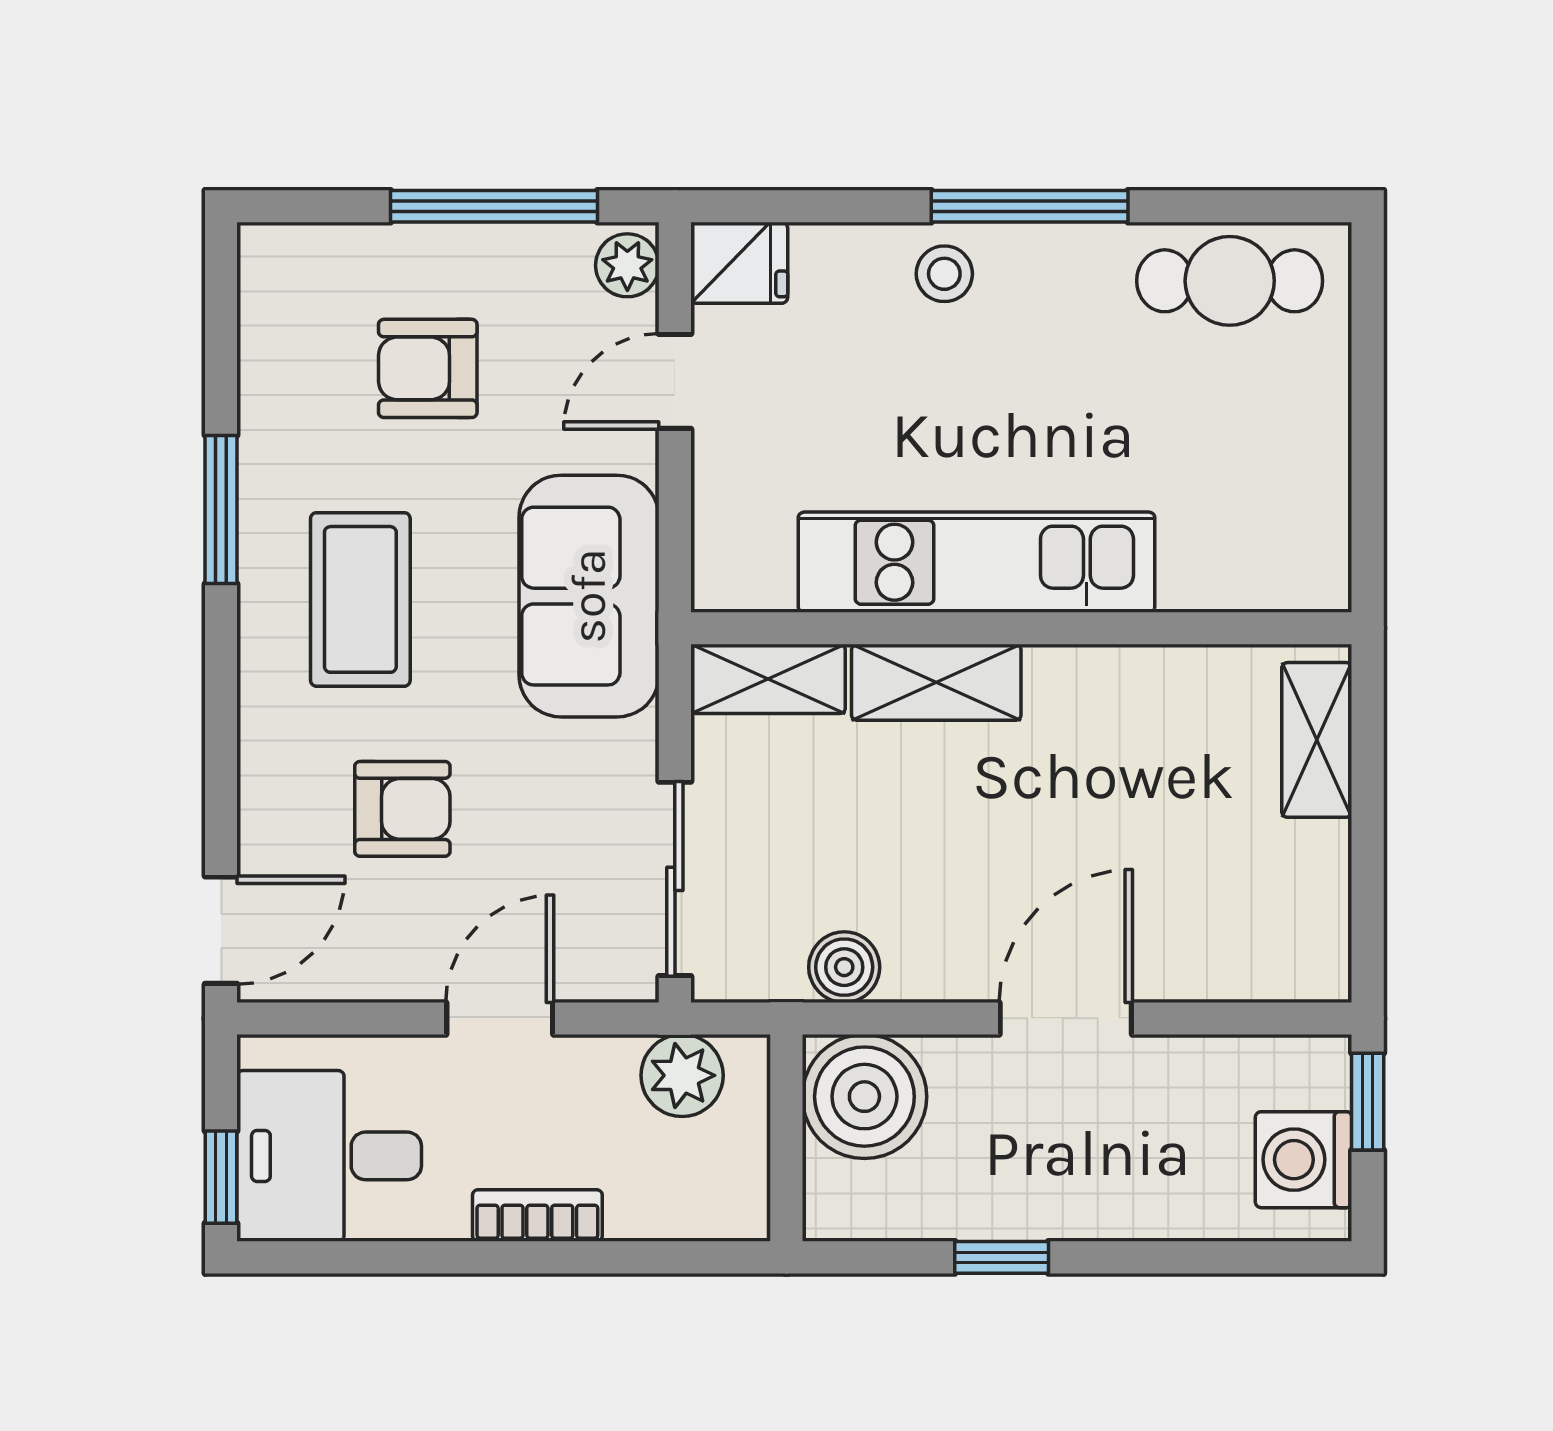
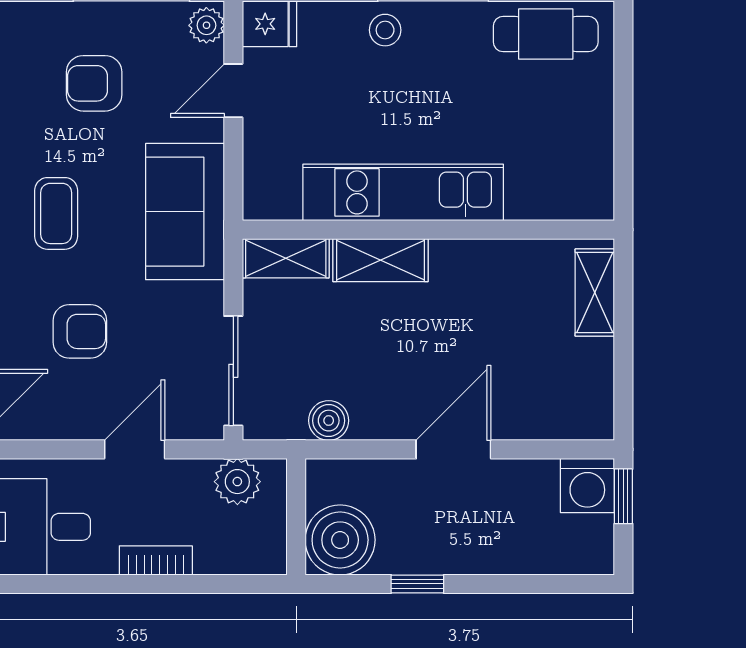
coffee table: (360, 599) -> (56, 213), width x0.73, depth x0.77
boiler: (864, 1097) -> (340, 540), moved
washing machine: (1304, 1160) -> (587, 486), moved, turned -90

